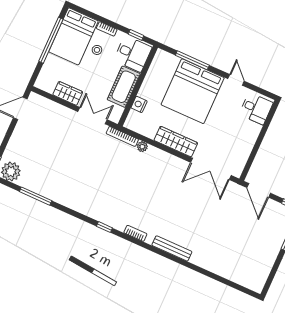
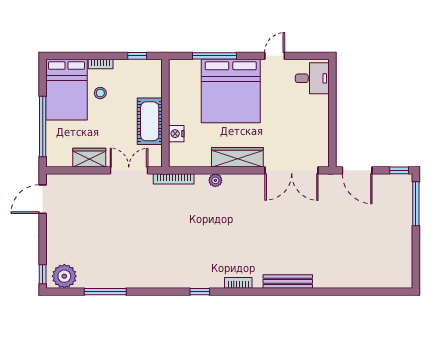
window: (51, 40) -> (43, 127), moved
desk: (133, 54) -> (143, 79), removed
door: (236, 80) -> (275, 56), hinge flipped
plant: (142, 147) -> (215, 180), moved

